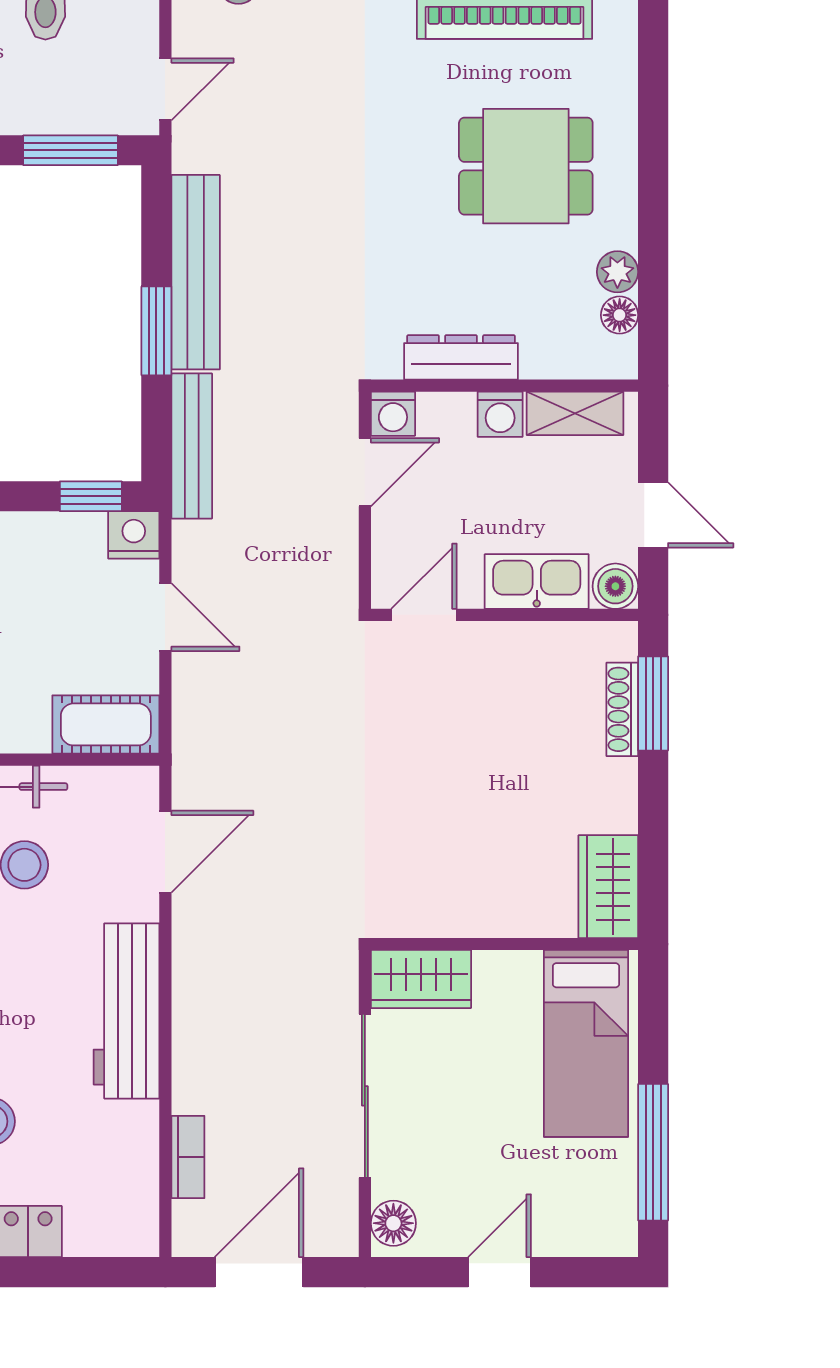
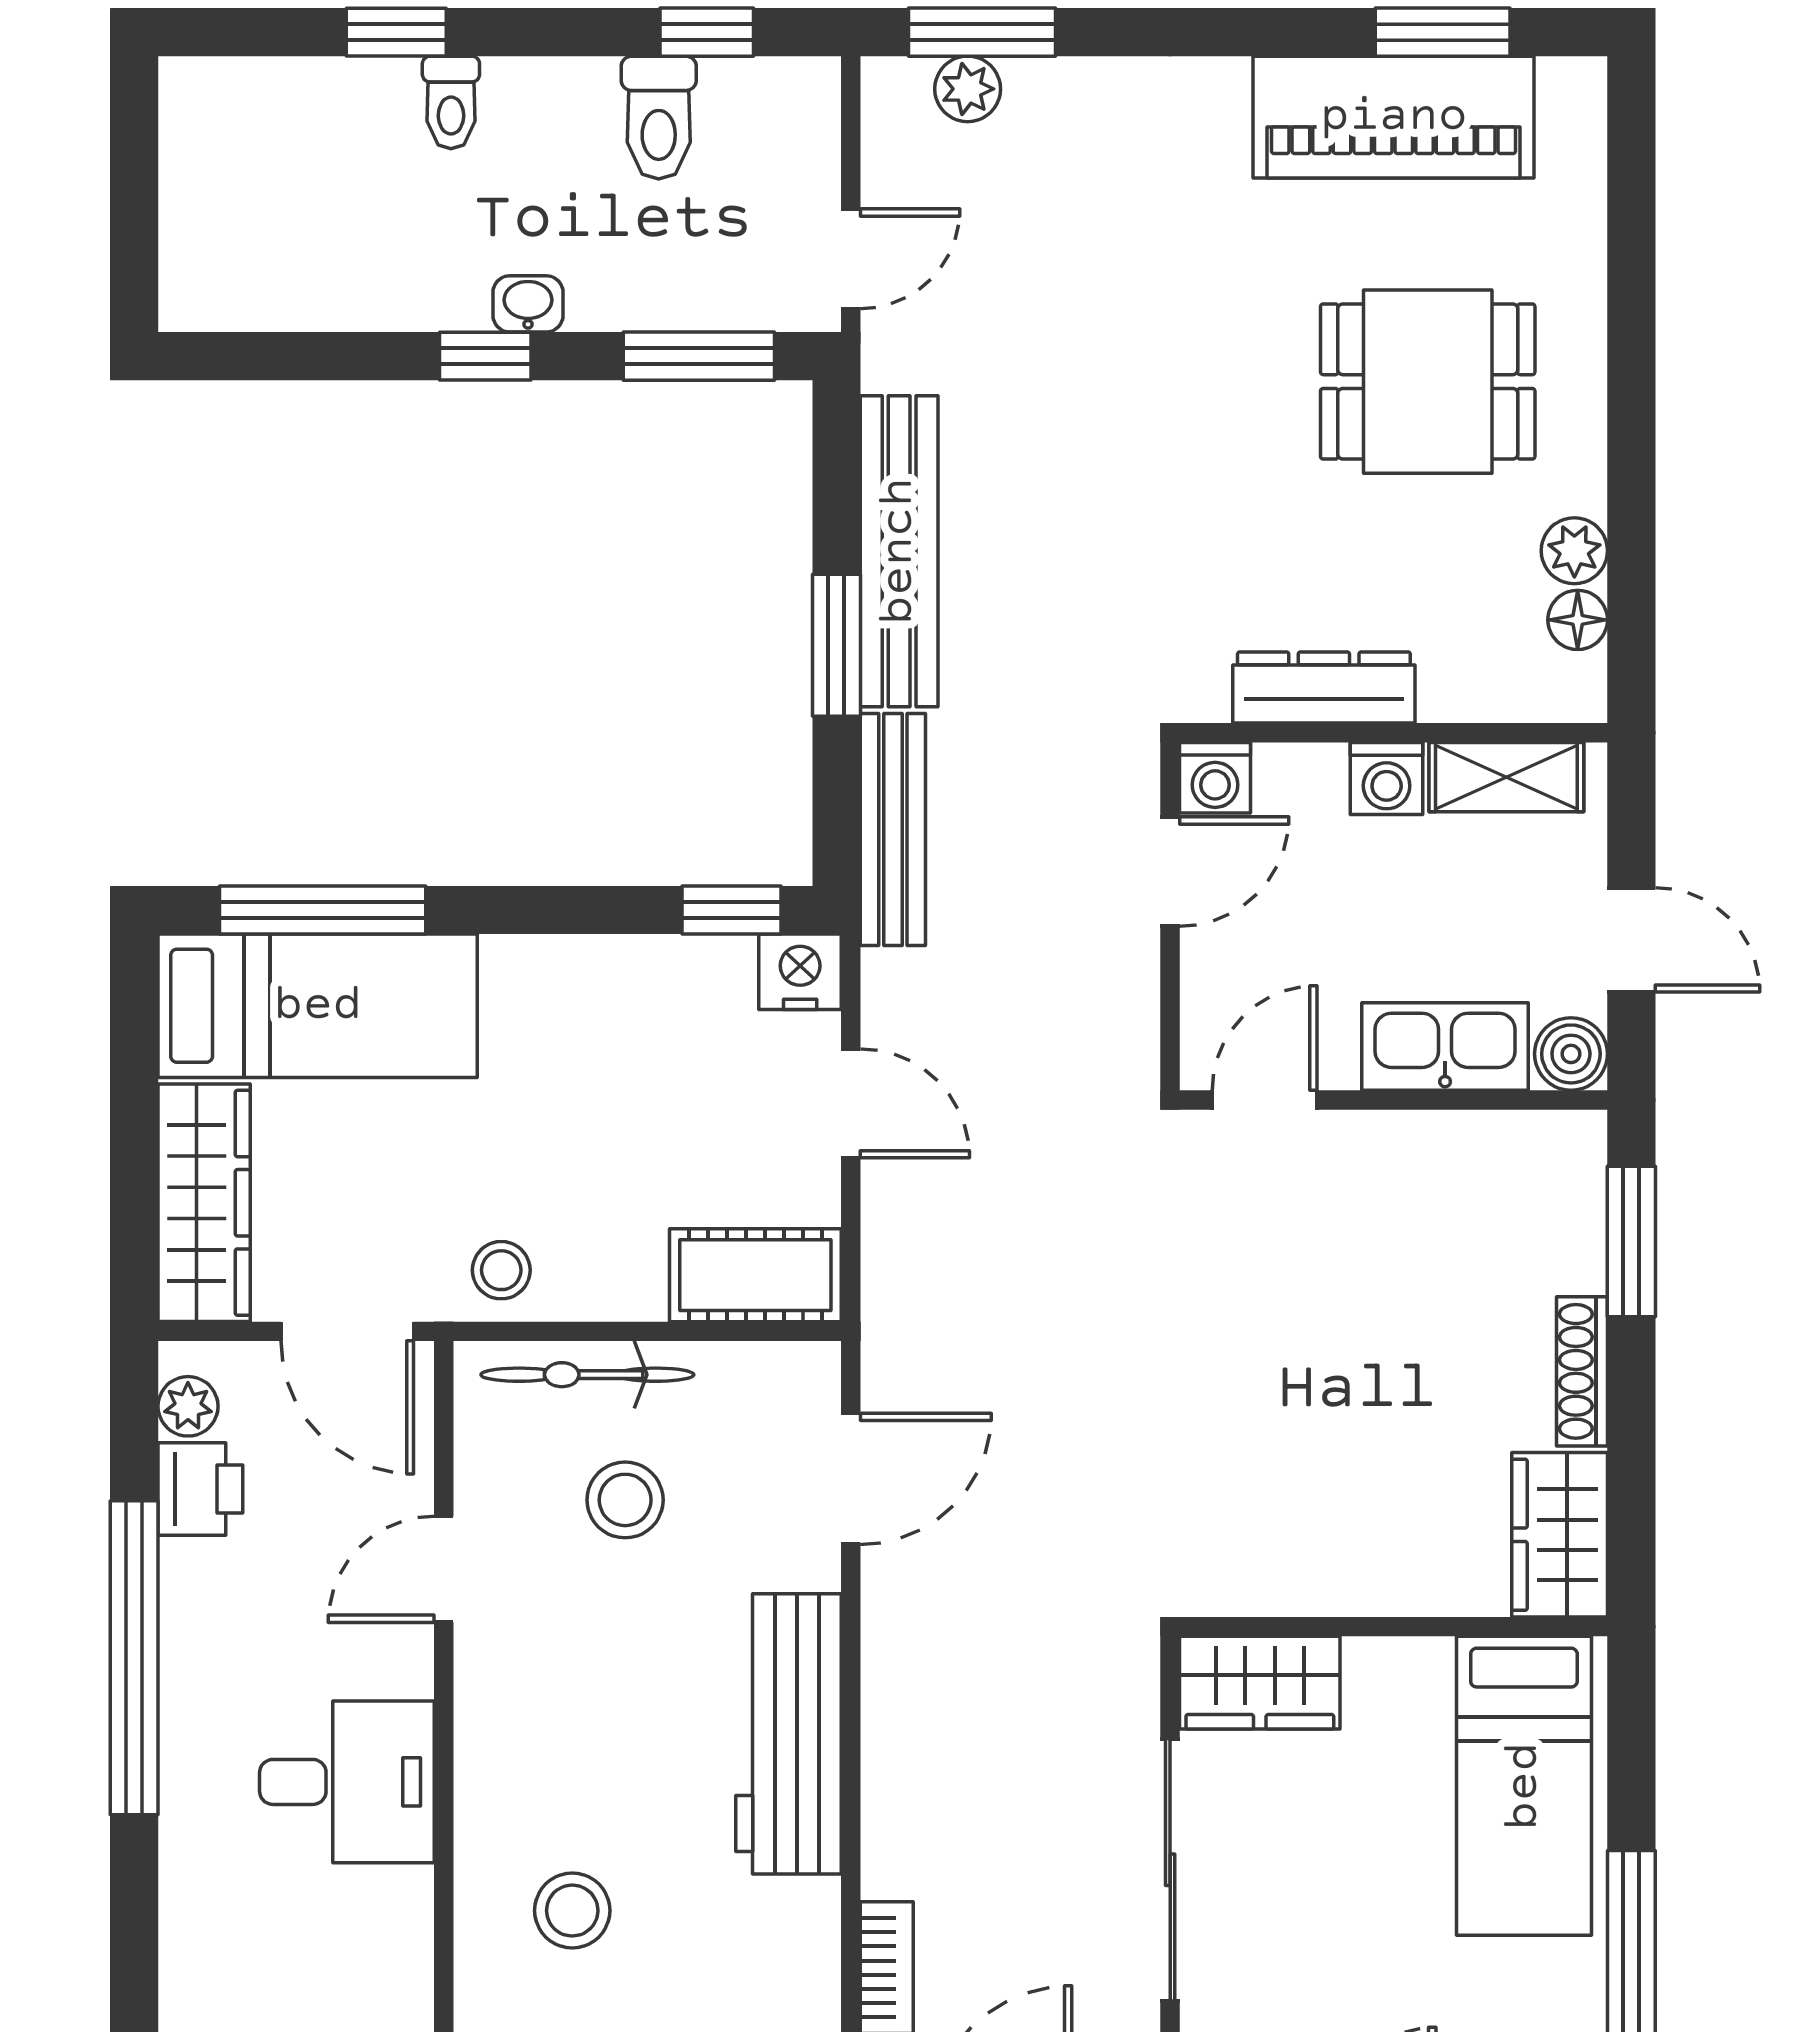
shoe rack: (622, 709) -> (1582, 1371), moved

